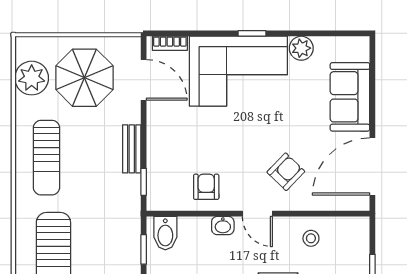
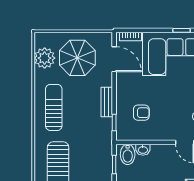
sun lounger: (46, 158) -> (54, 107), turned 180
armchair: (206, 187) -> (141, 113), moved, turned 90
washbasin: (223, 226) -> (143, 150), moved

